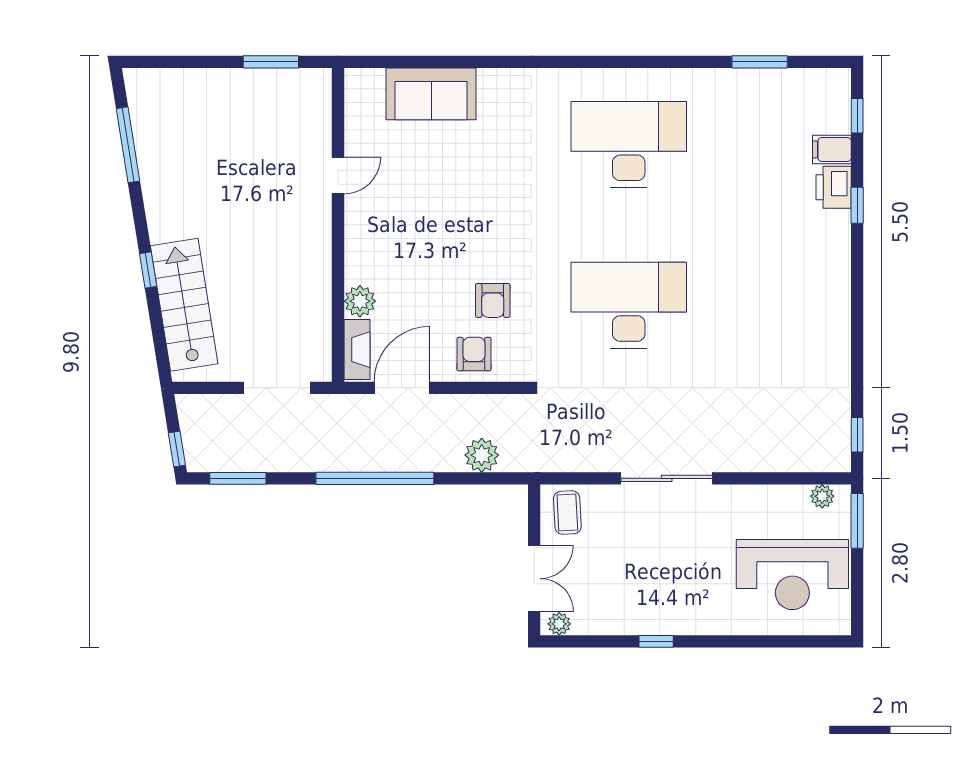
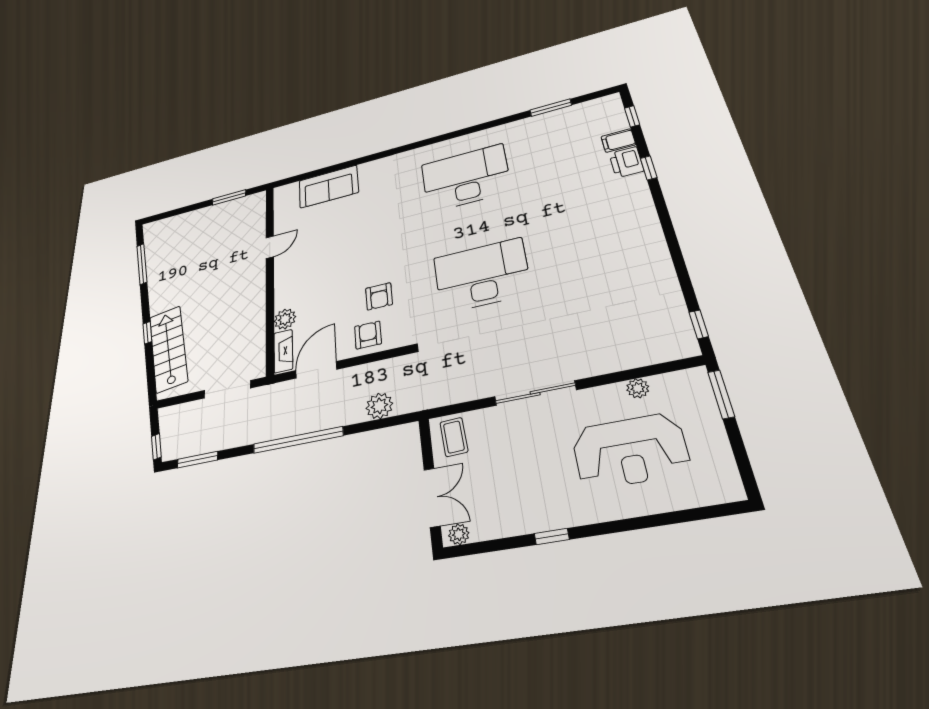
plant: (822, 496) -> (638, 388), moved
reception desk: (792, 575) -> (630, 451), moved

